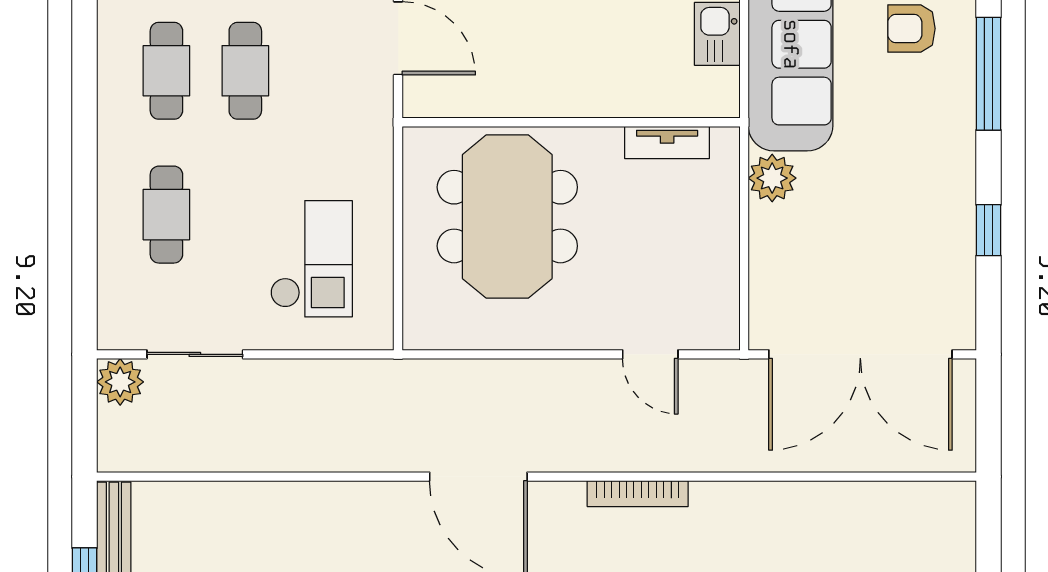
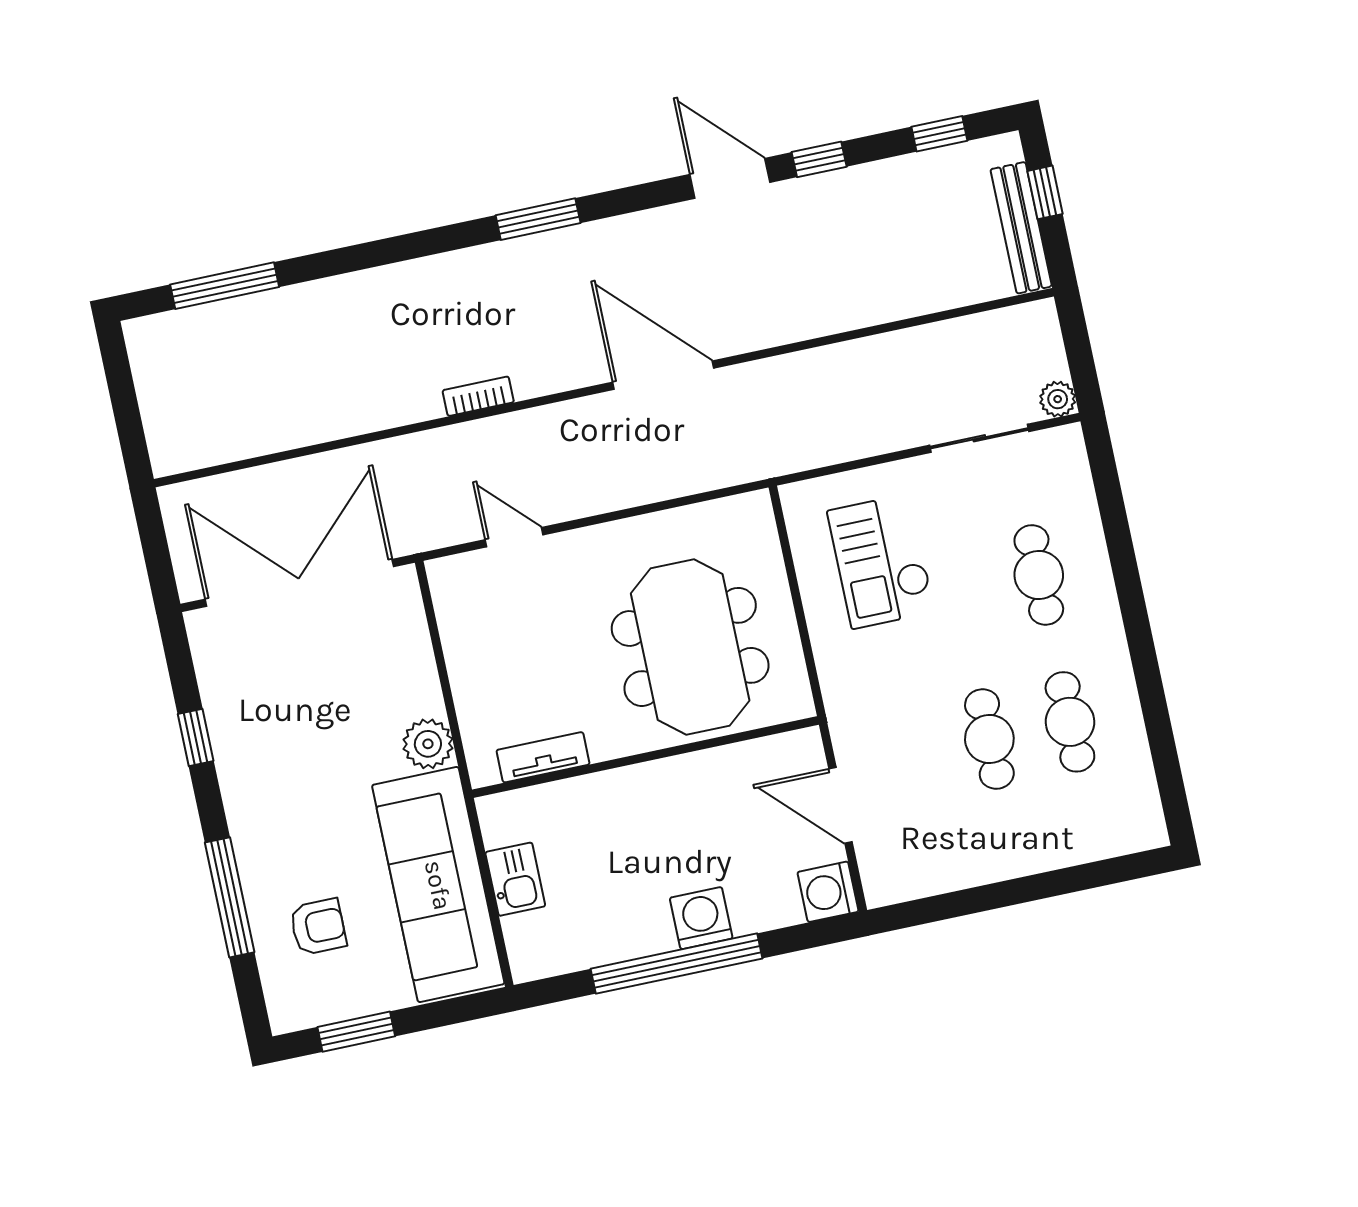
plant: (120, 382) -> (1058, 399), width x0.73, depth x0.73
bookcase: (638, 494) -> (478, 396), width x0.64

